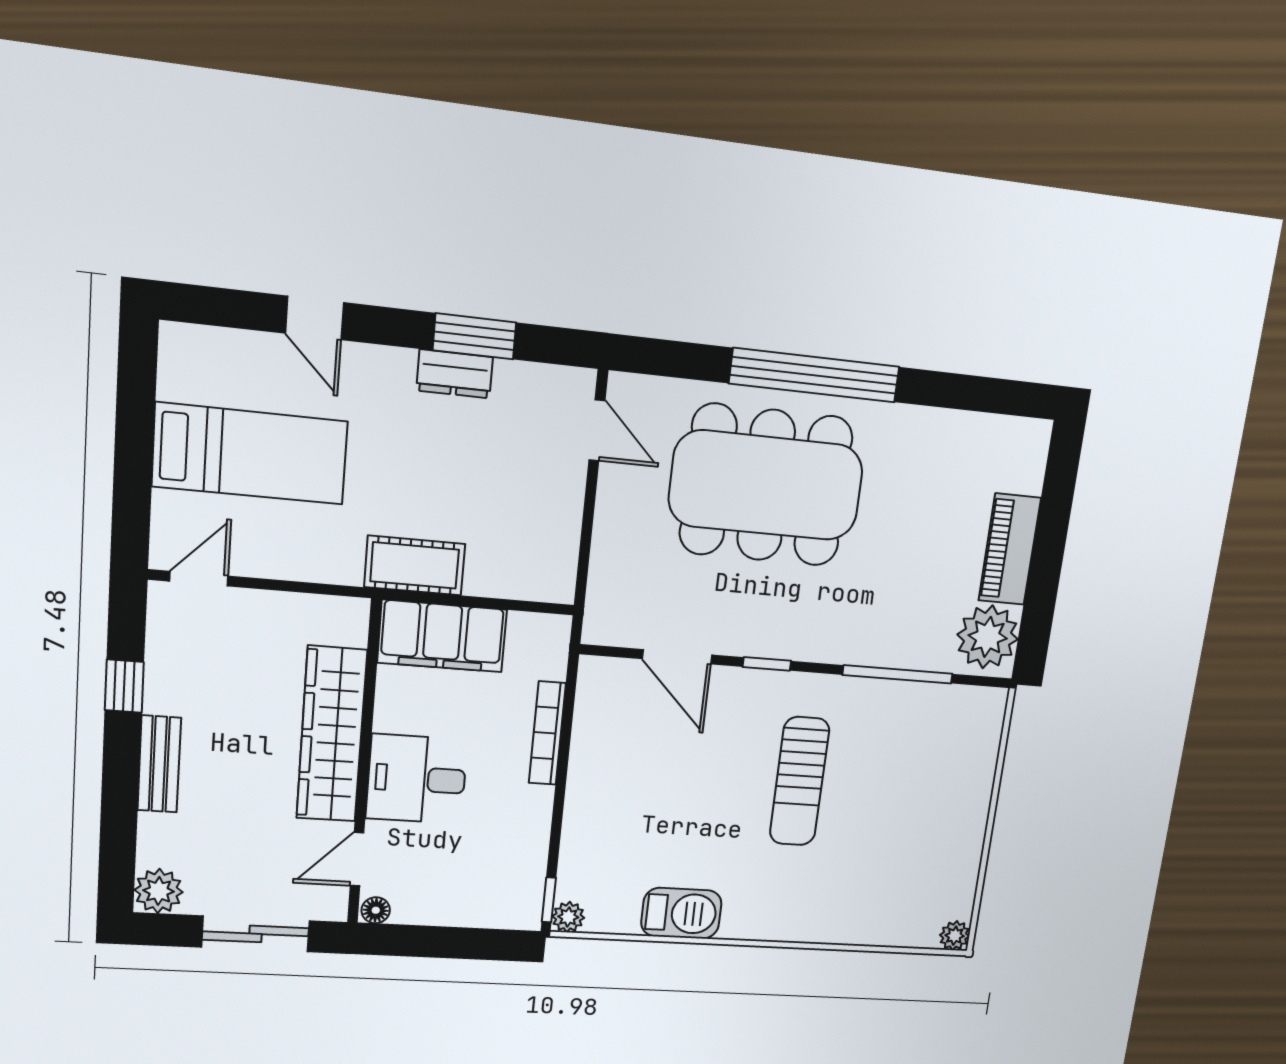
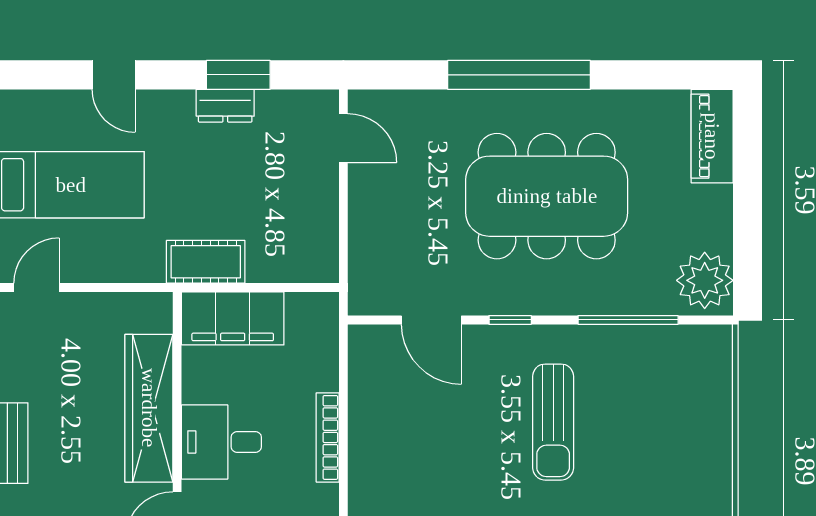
dining table: (766, 485) -> (547, 196), moved
piano: (1010, 549) -> (712, 136), moved
bookcase: (547, 733) -> (328, 437), moved

